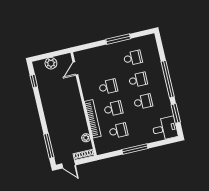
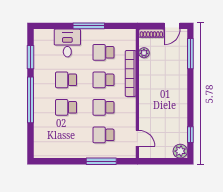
window: (118, 39) -> (101, 161), moved
school desk: (133, 58) -> (103, 135), moved
plant: (51, 63) -> (180, 151), moved
door: (75, 68) -> (137, 138), hinge flipped
desk: (165, 129) -> (67, 43), moved, turned 90
door: (69, 164) -> (172, 26), swing flipped

